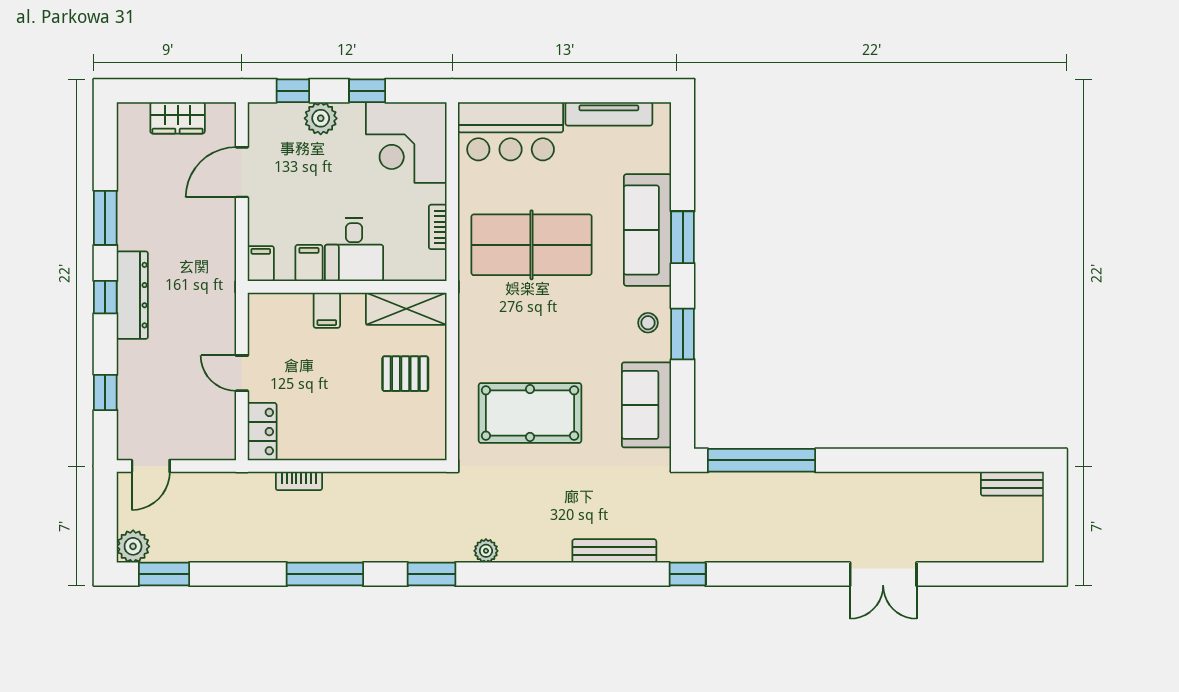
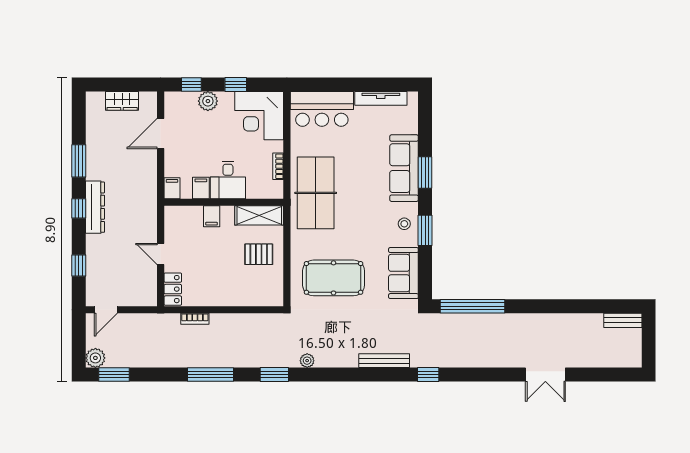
table tennis table: (532, 245) -> (316, 193), moved, turned 90

